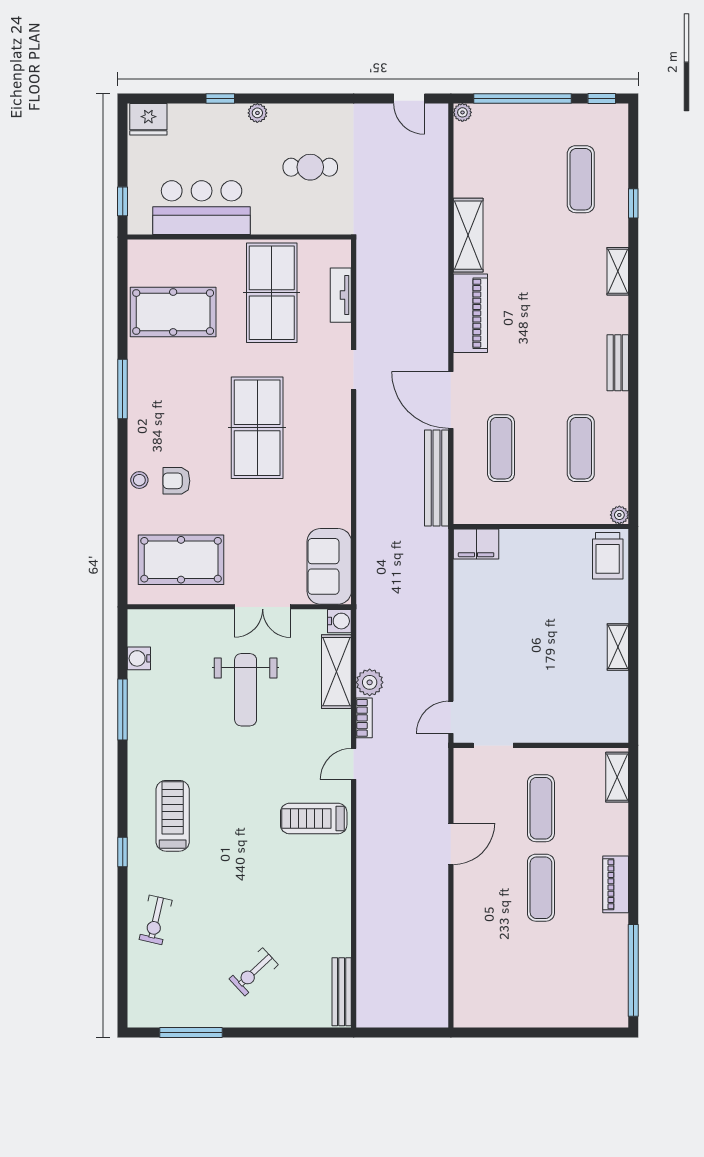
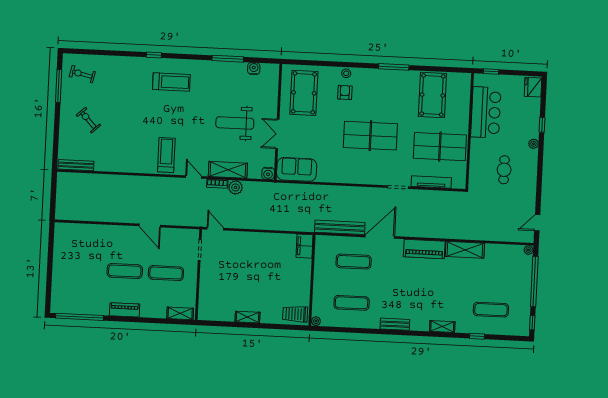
tv unit: (341, 295) -> (431, 182), width x1.41
shelving: (336, 672) -> (228, 170), moved
exercise bike: (156, 920) -> (82, 74), moved

